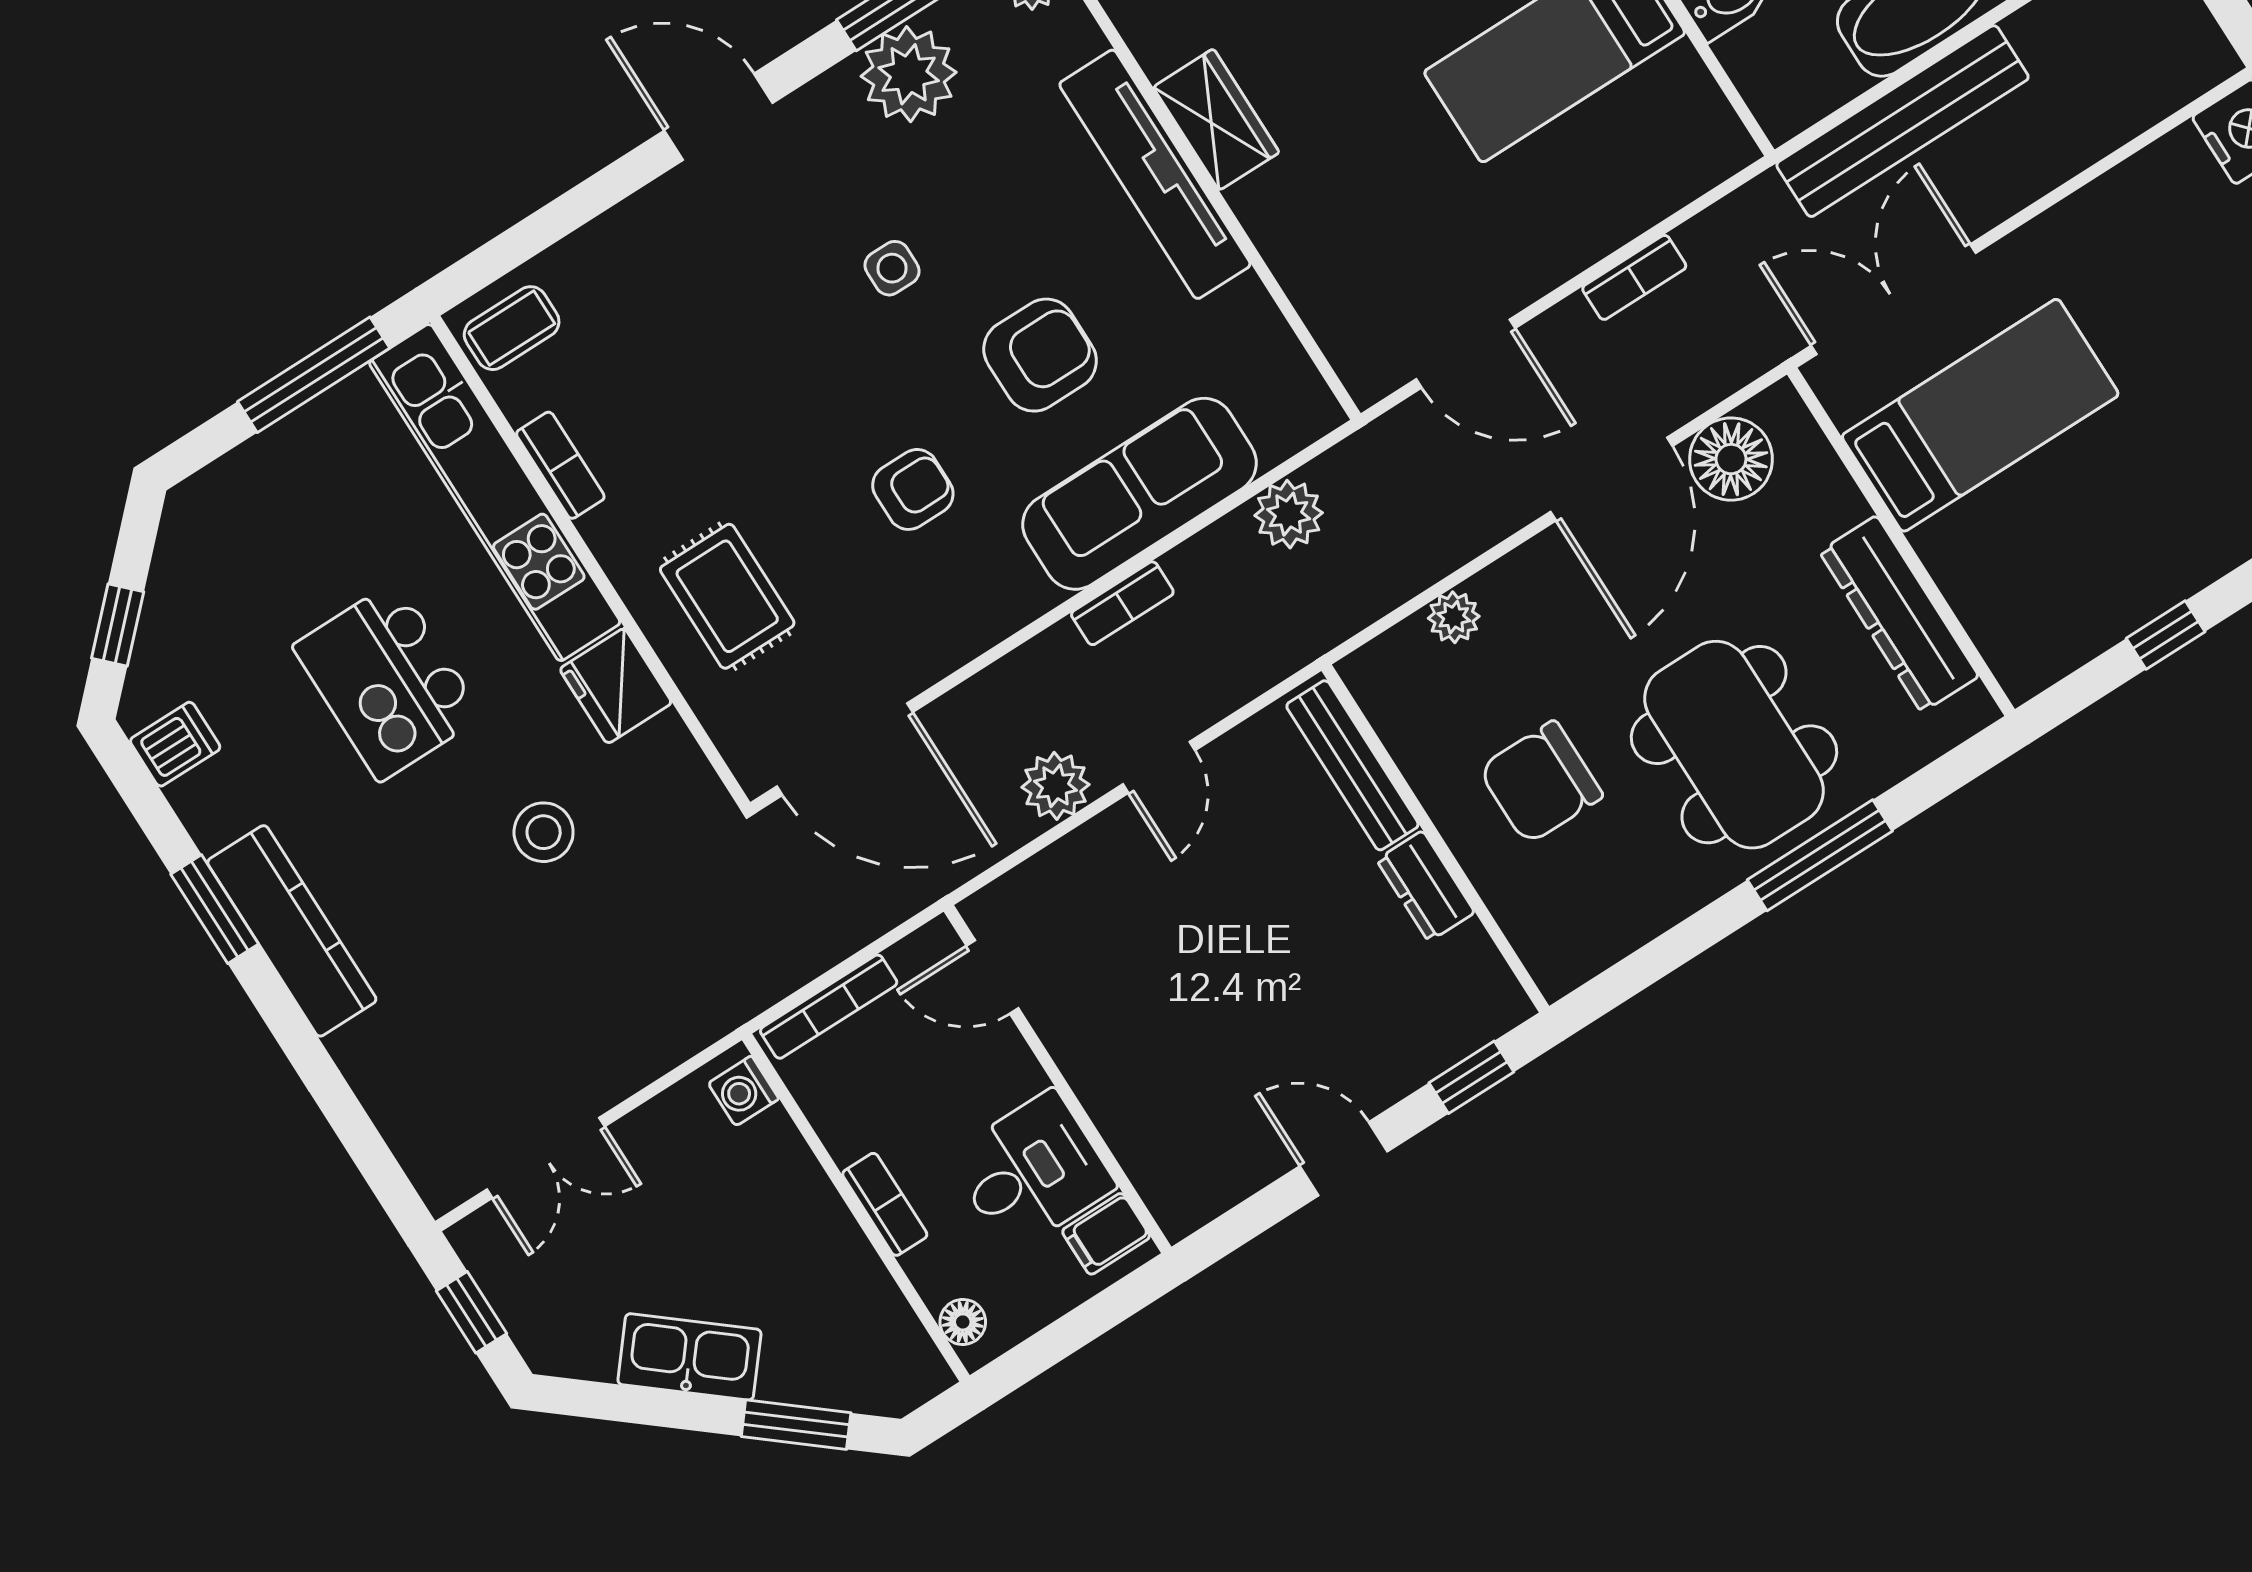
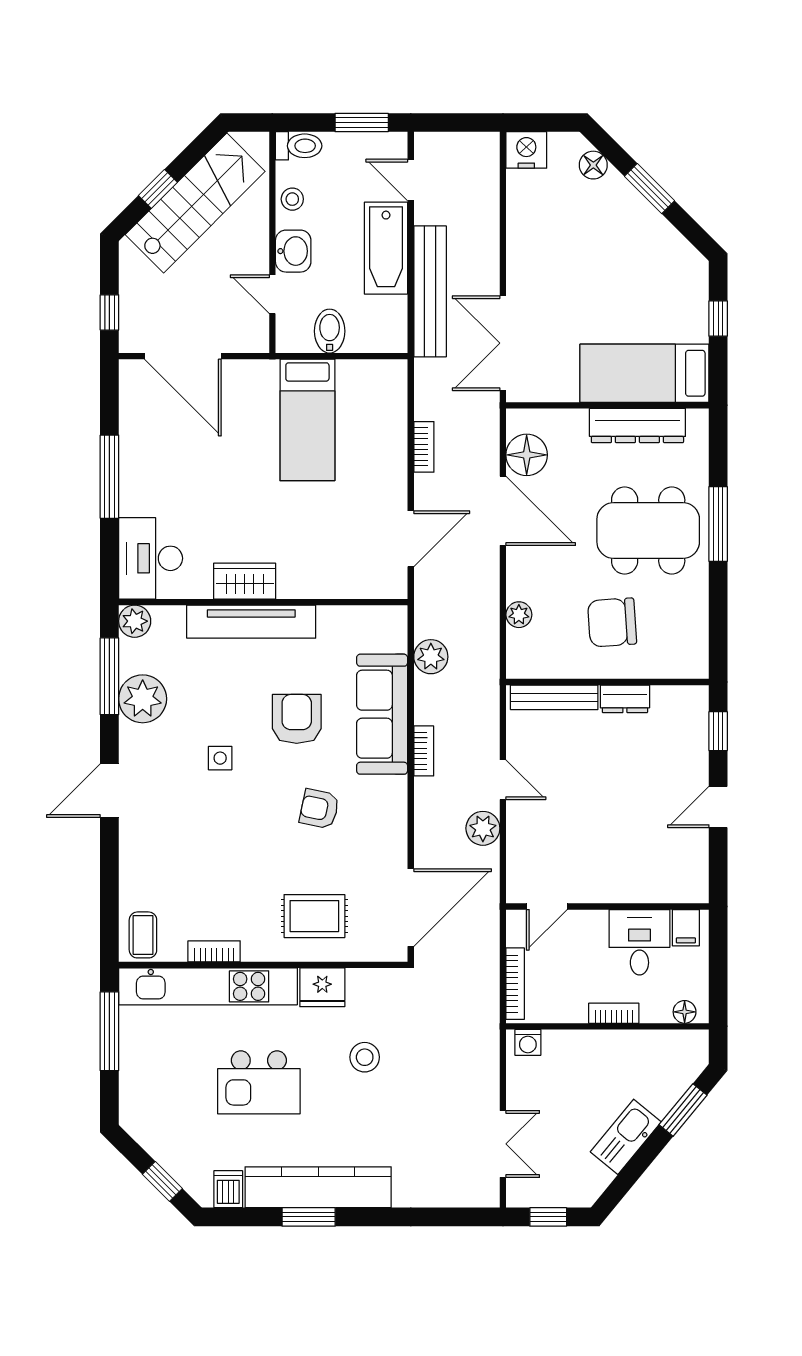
bed: (1980, 415) -> (644, 373), moved, turned -90
armchair: (913, 489) -> (319, 809), turned -78
chair: (1541, 782) -> (612, 622), turned 86
kitchen counter: (292, 931) -> (318, 1187), width x1.39, depth x1.17

